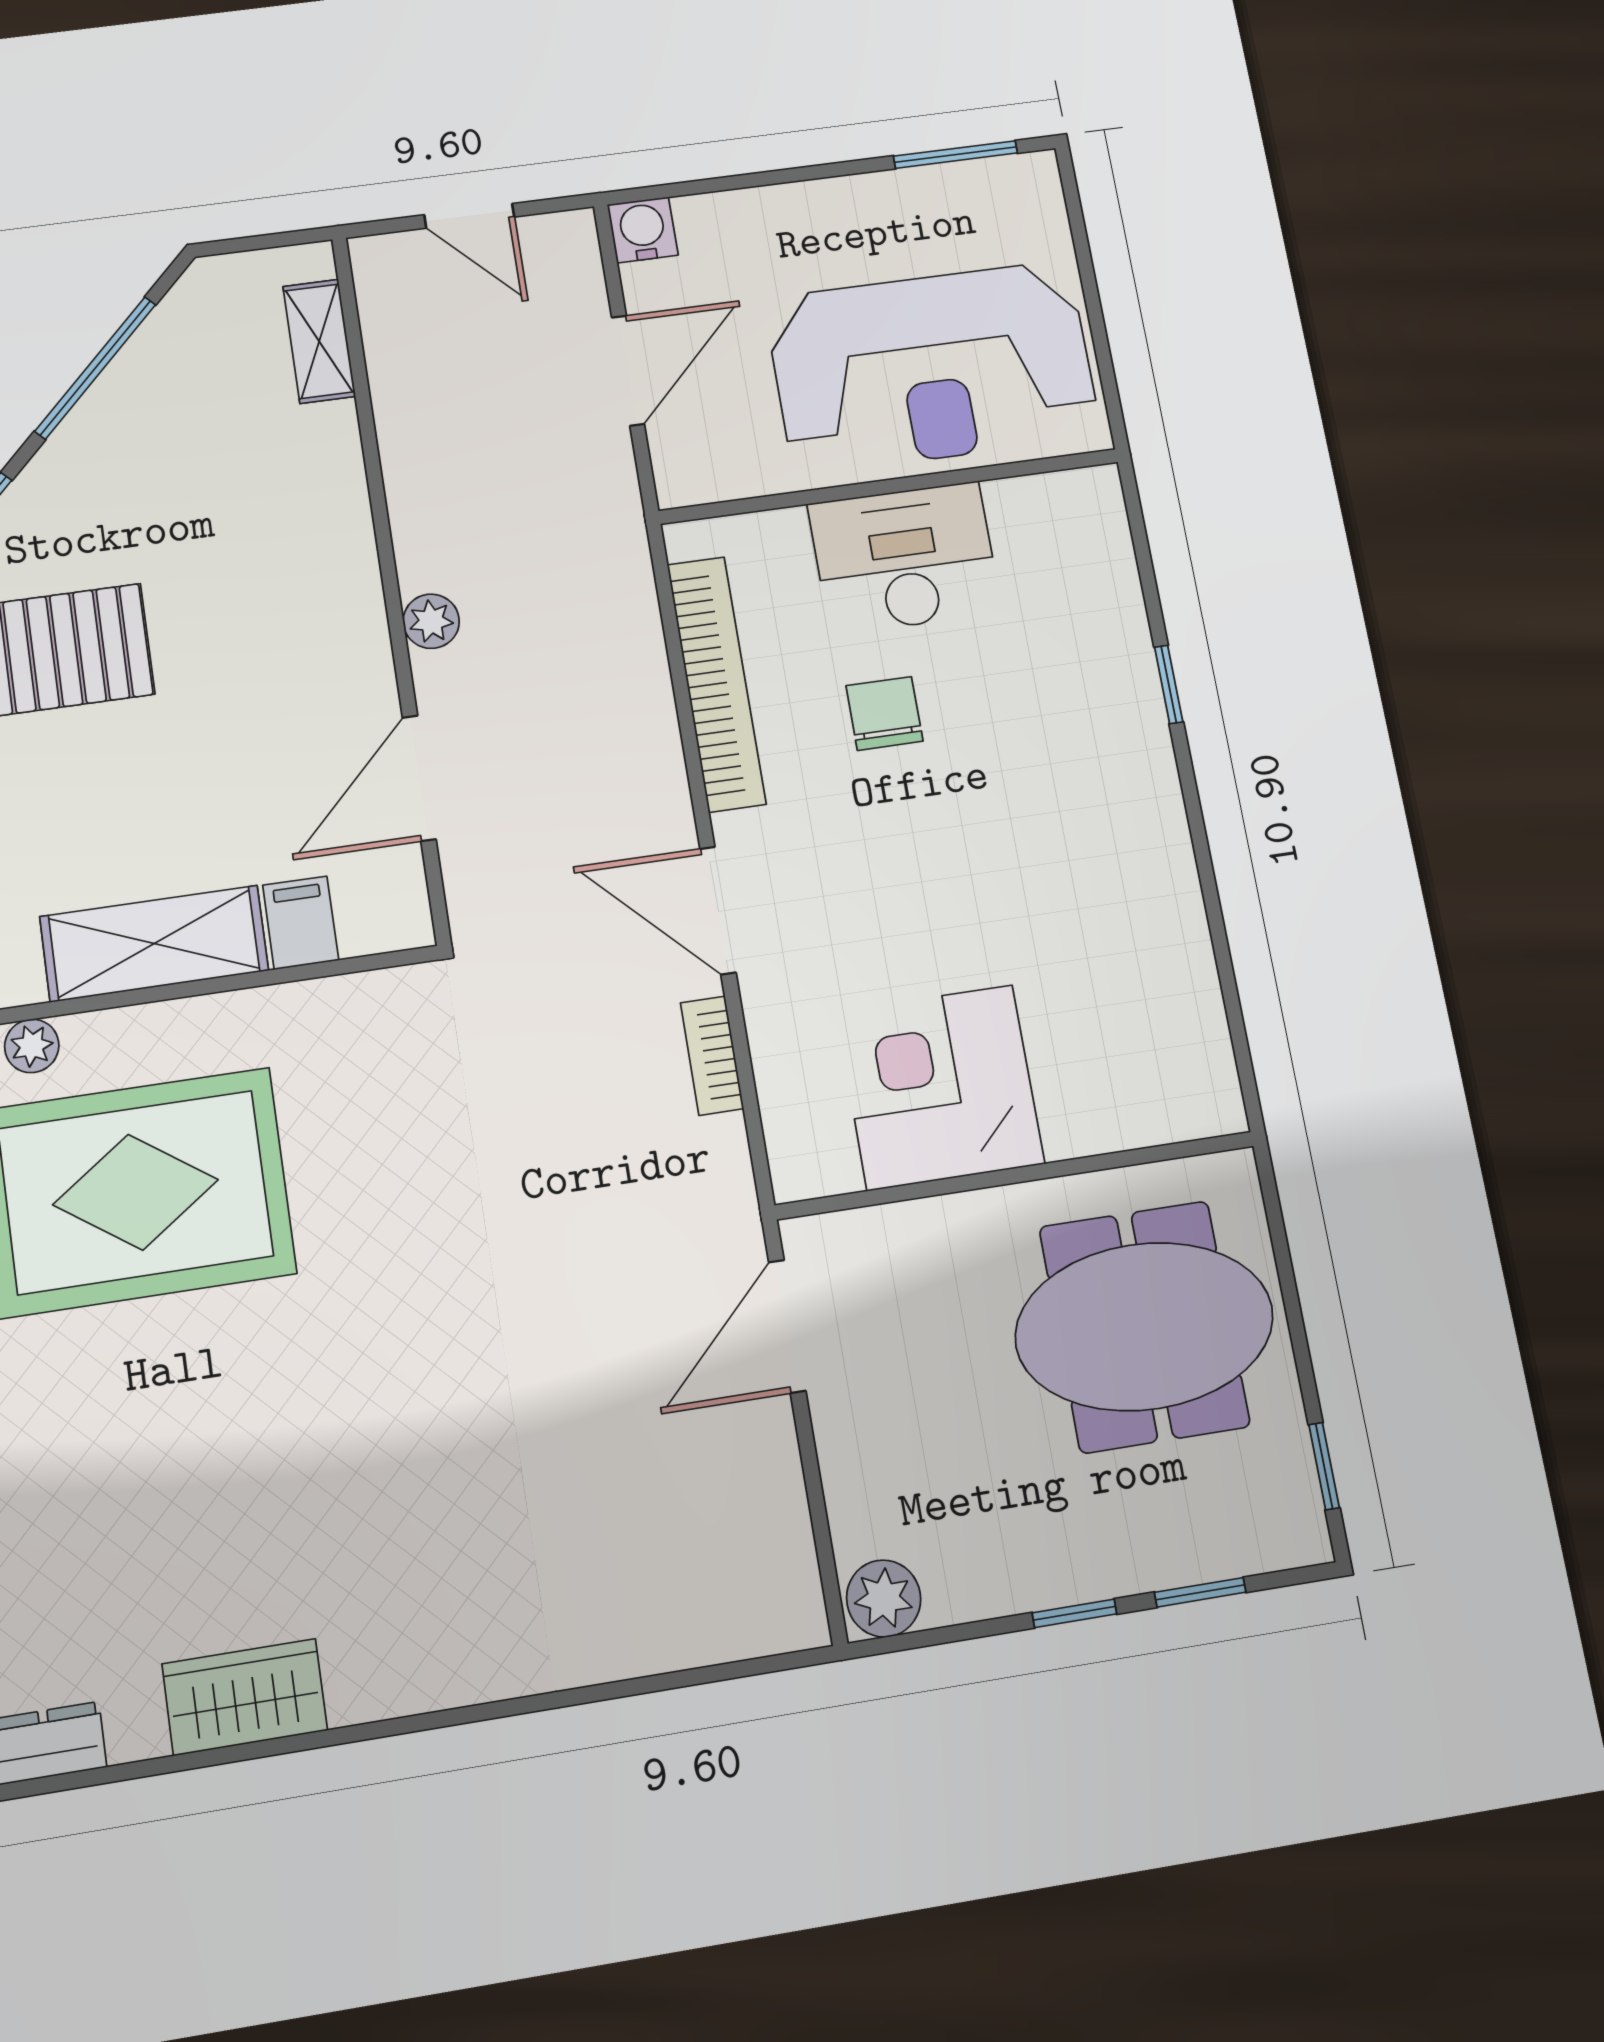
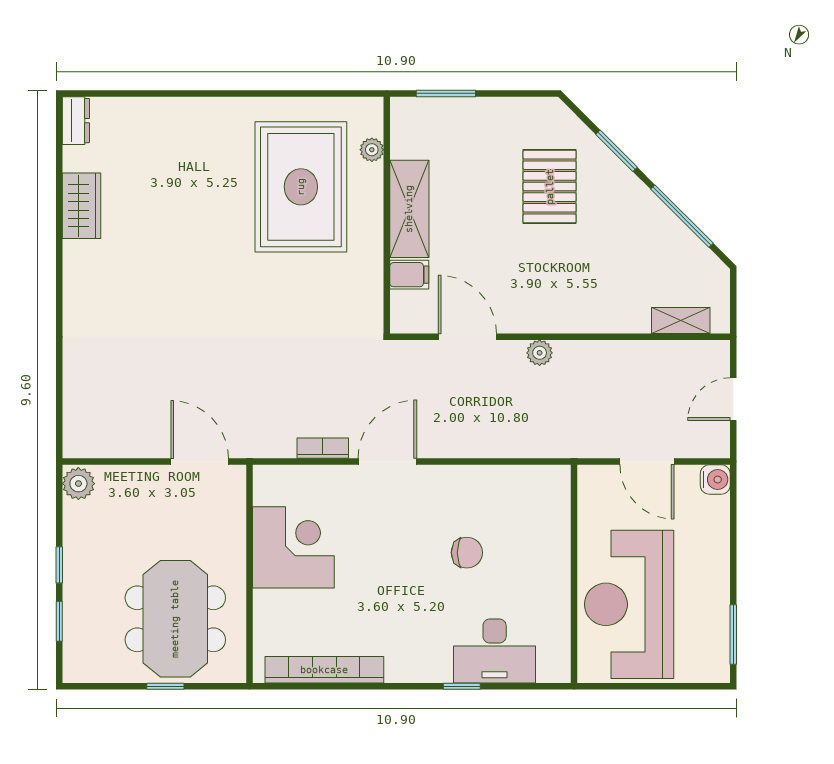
desk: (905, 558) -> (495, 651), moved, turned 90
bookcase: (716, 684) -> (324, 670), moved, turned 180
window: (1324, 1466) -> (165, 686), moved

